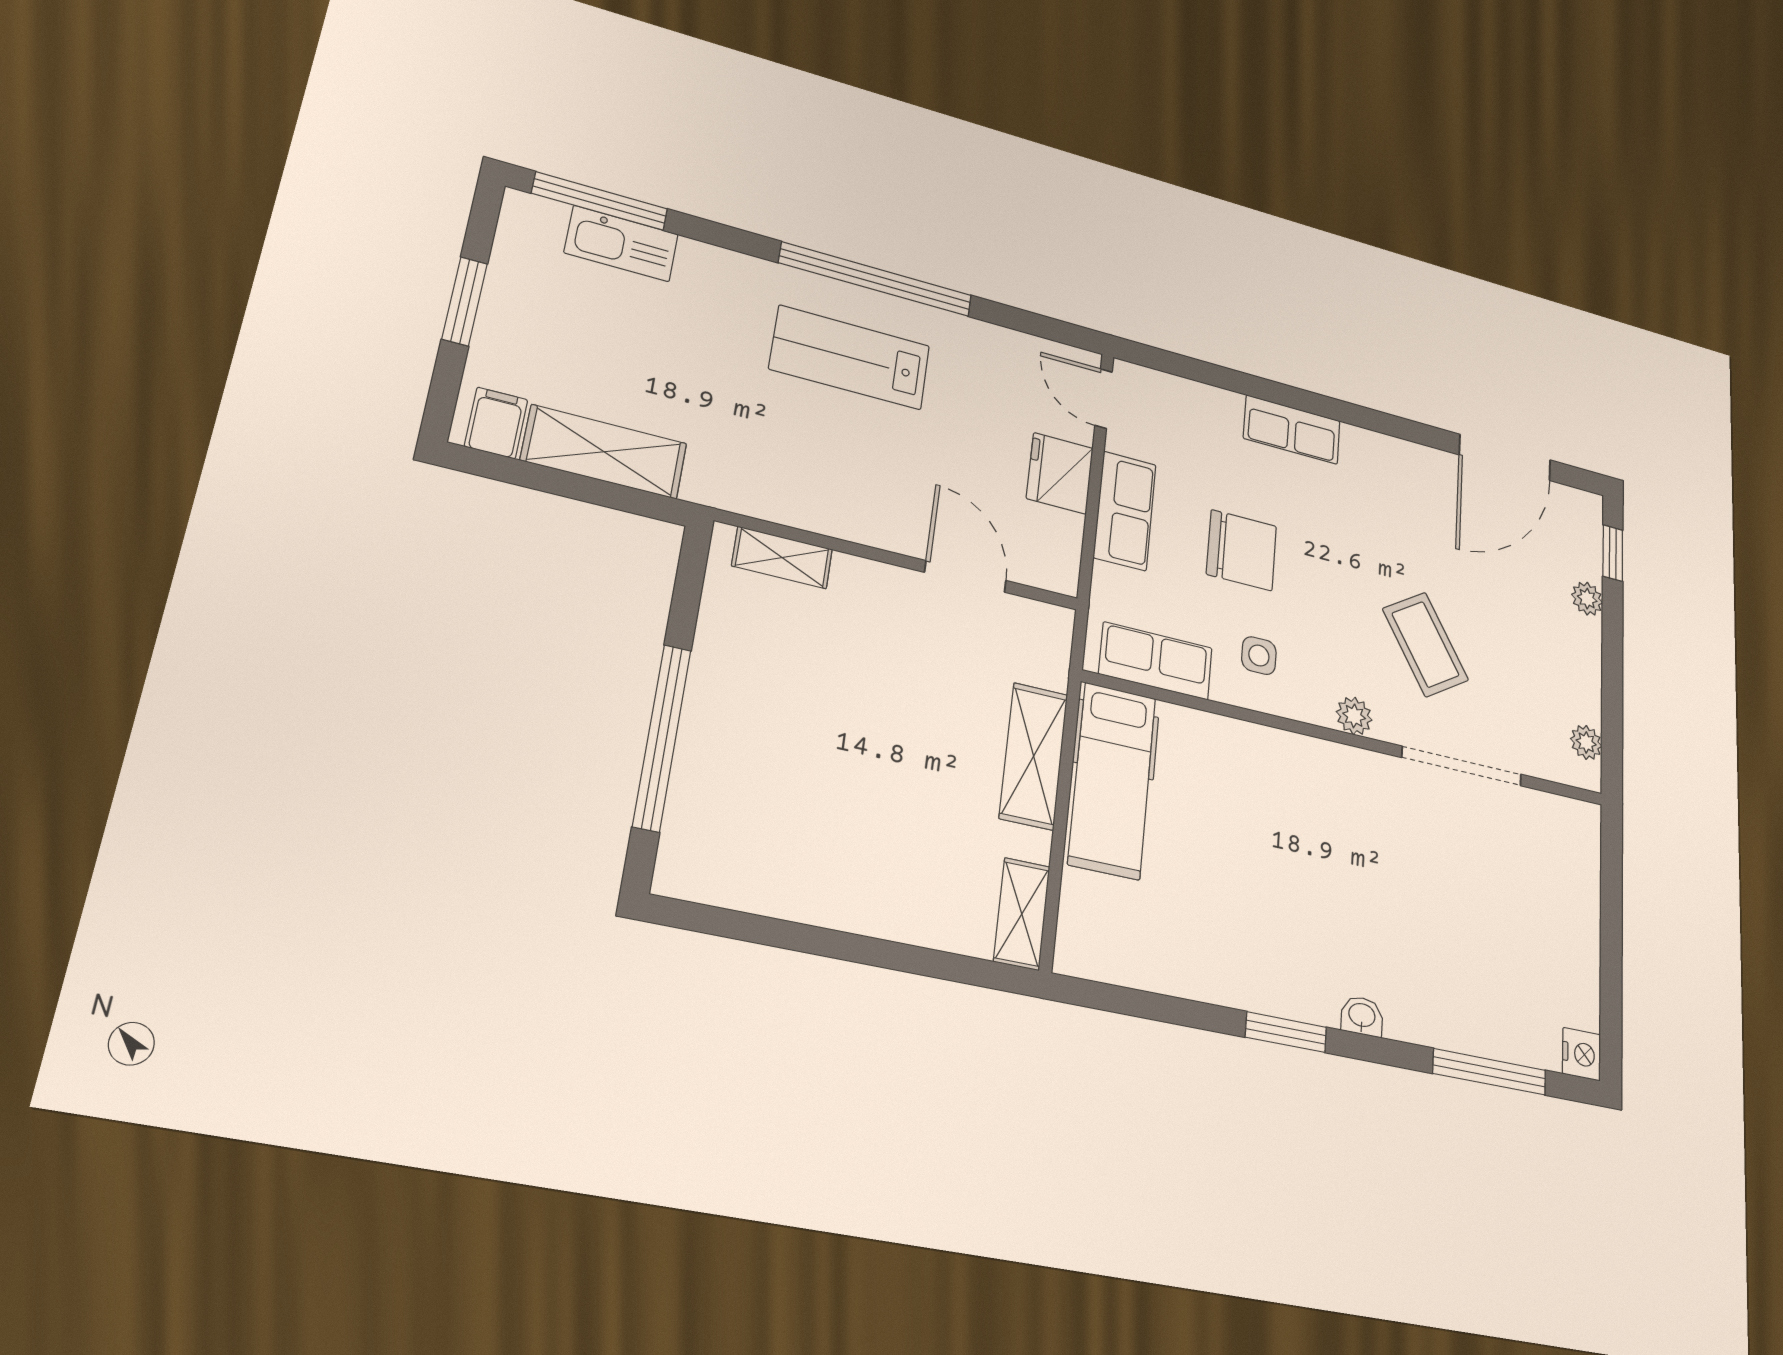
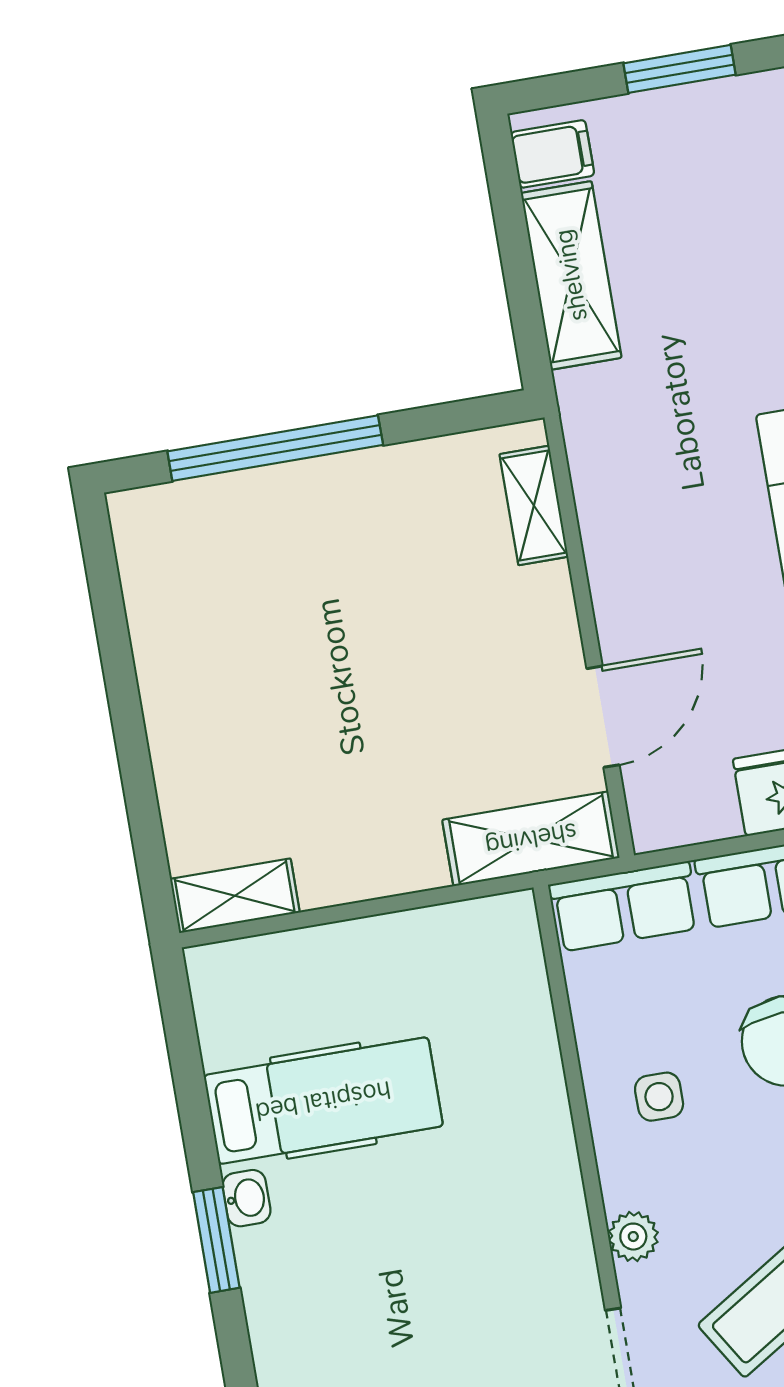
row of seats: (1156, 661) -> (624, 906), moved, turned 90
shelving: (1034, 756) -> (531, 839), moved
hospital bed: (1112, 780) -> (323, 1101), moved, turned 180
washbasin: (1362, 1016) -> (246, 1198), moved

